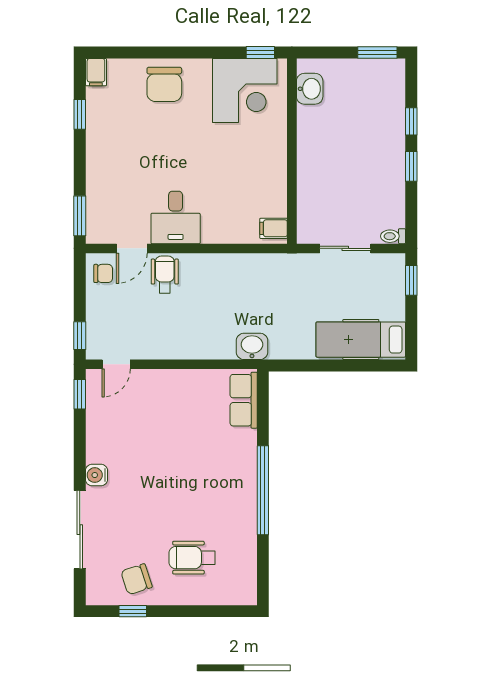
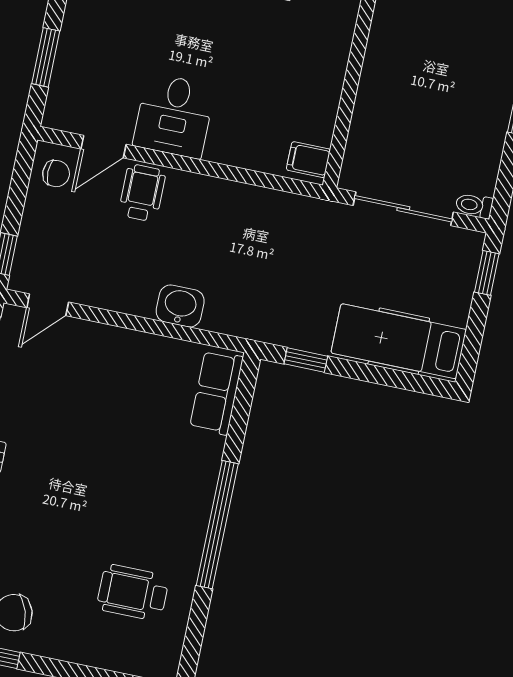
window: (80, 216) -> (46, 57), moved
sliding door: (345, 248) -> (403, 209), width x1.37
washbasin: (252, 346) -> (180, 306), moved
window: (300, 365) -> (306, 360), added
wheelchair: (192, 558) -> (133, 593), moved

